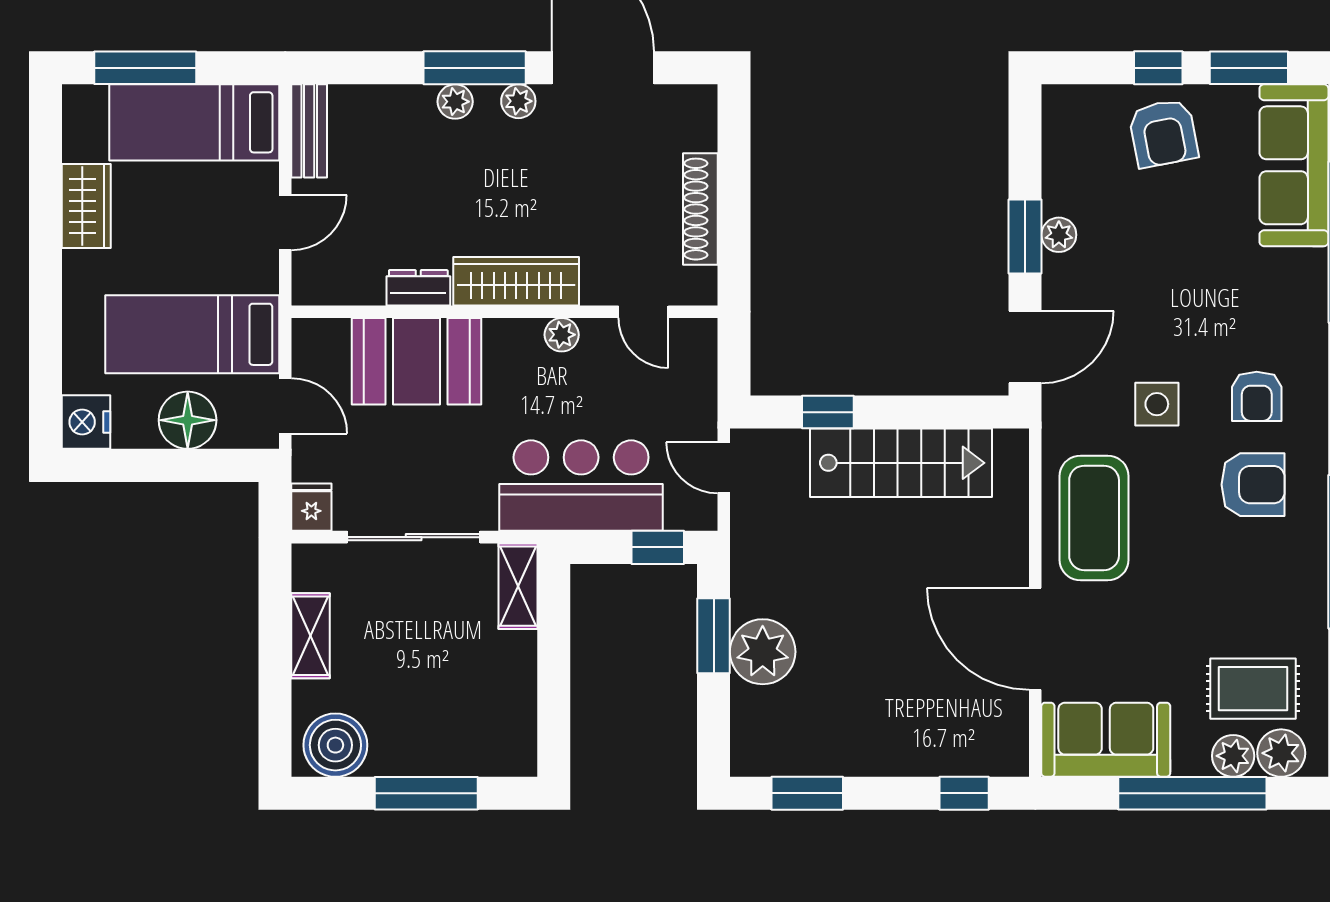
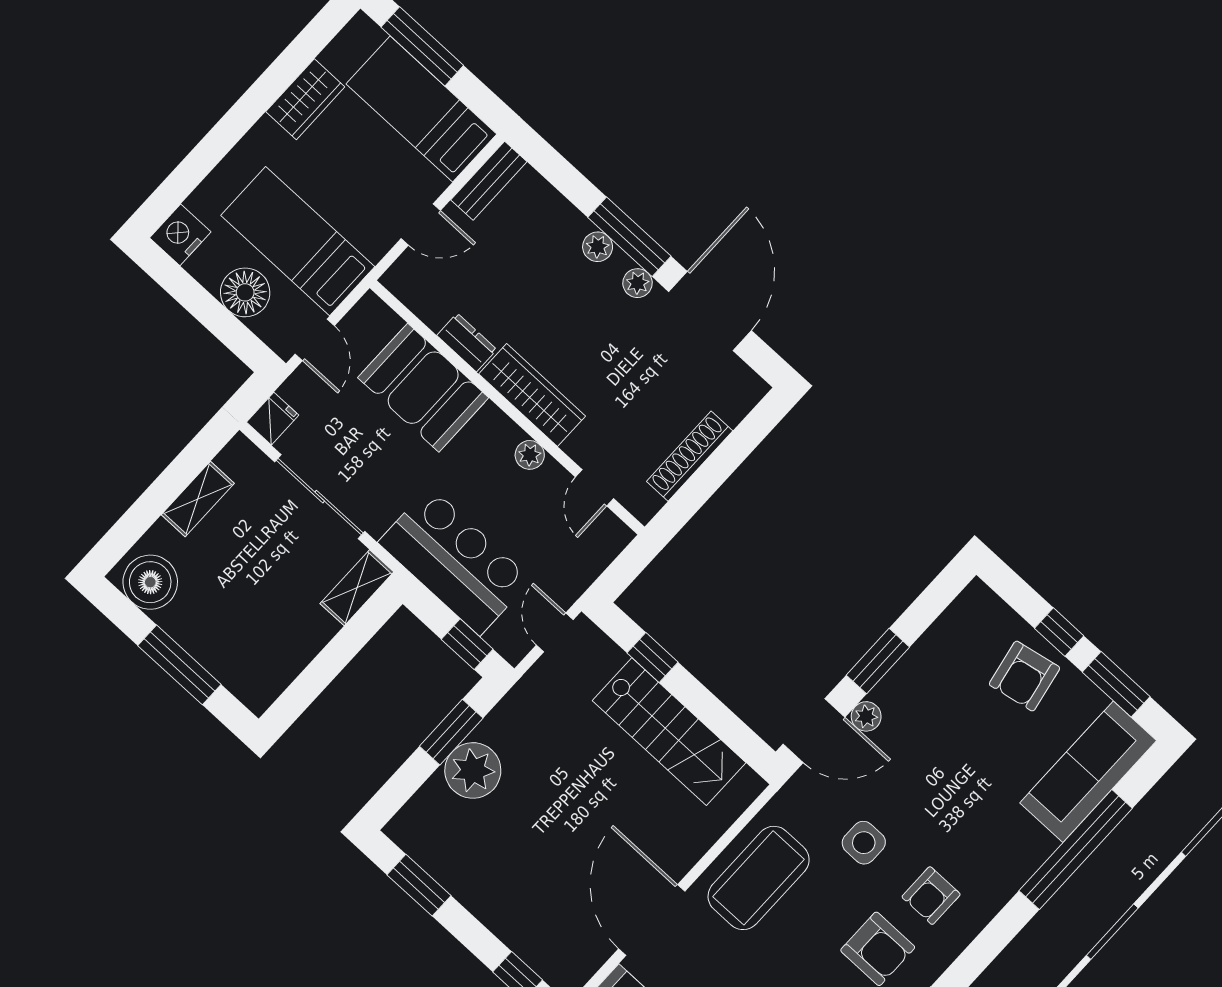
plant: (1059, 235) -> (866, 716), moved

